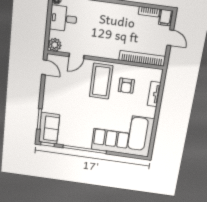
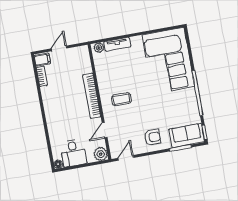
door: (76, 56) -> (105, 130), swing flipped
bookcase: (142, 58) -> (92, 96), moved
plant: (157, 76) -> (99, 48), added
coffee table: (101, 81) -> (121, 99), width x0.54, depth x0.58
armchair: (126, 86) -> (153, 137), moved

